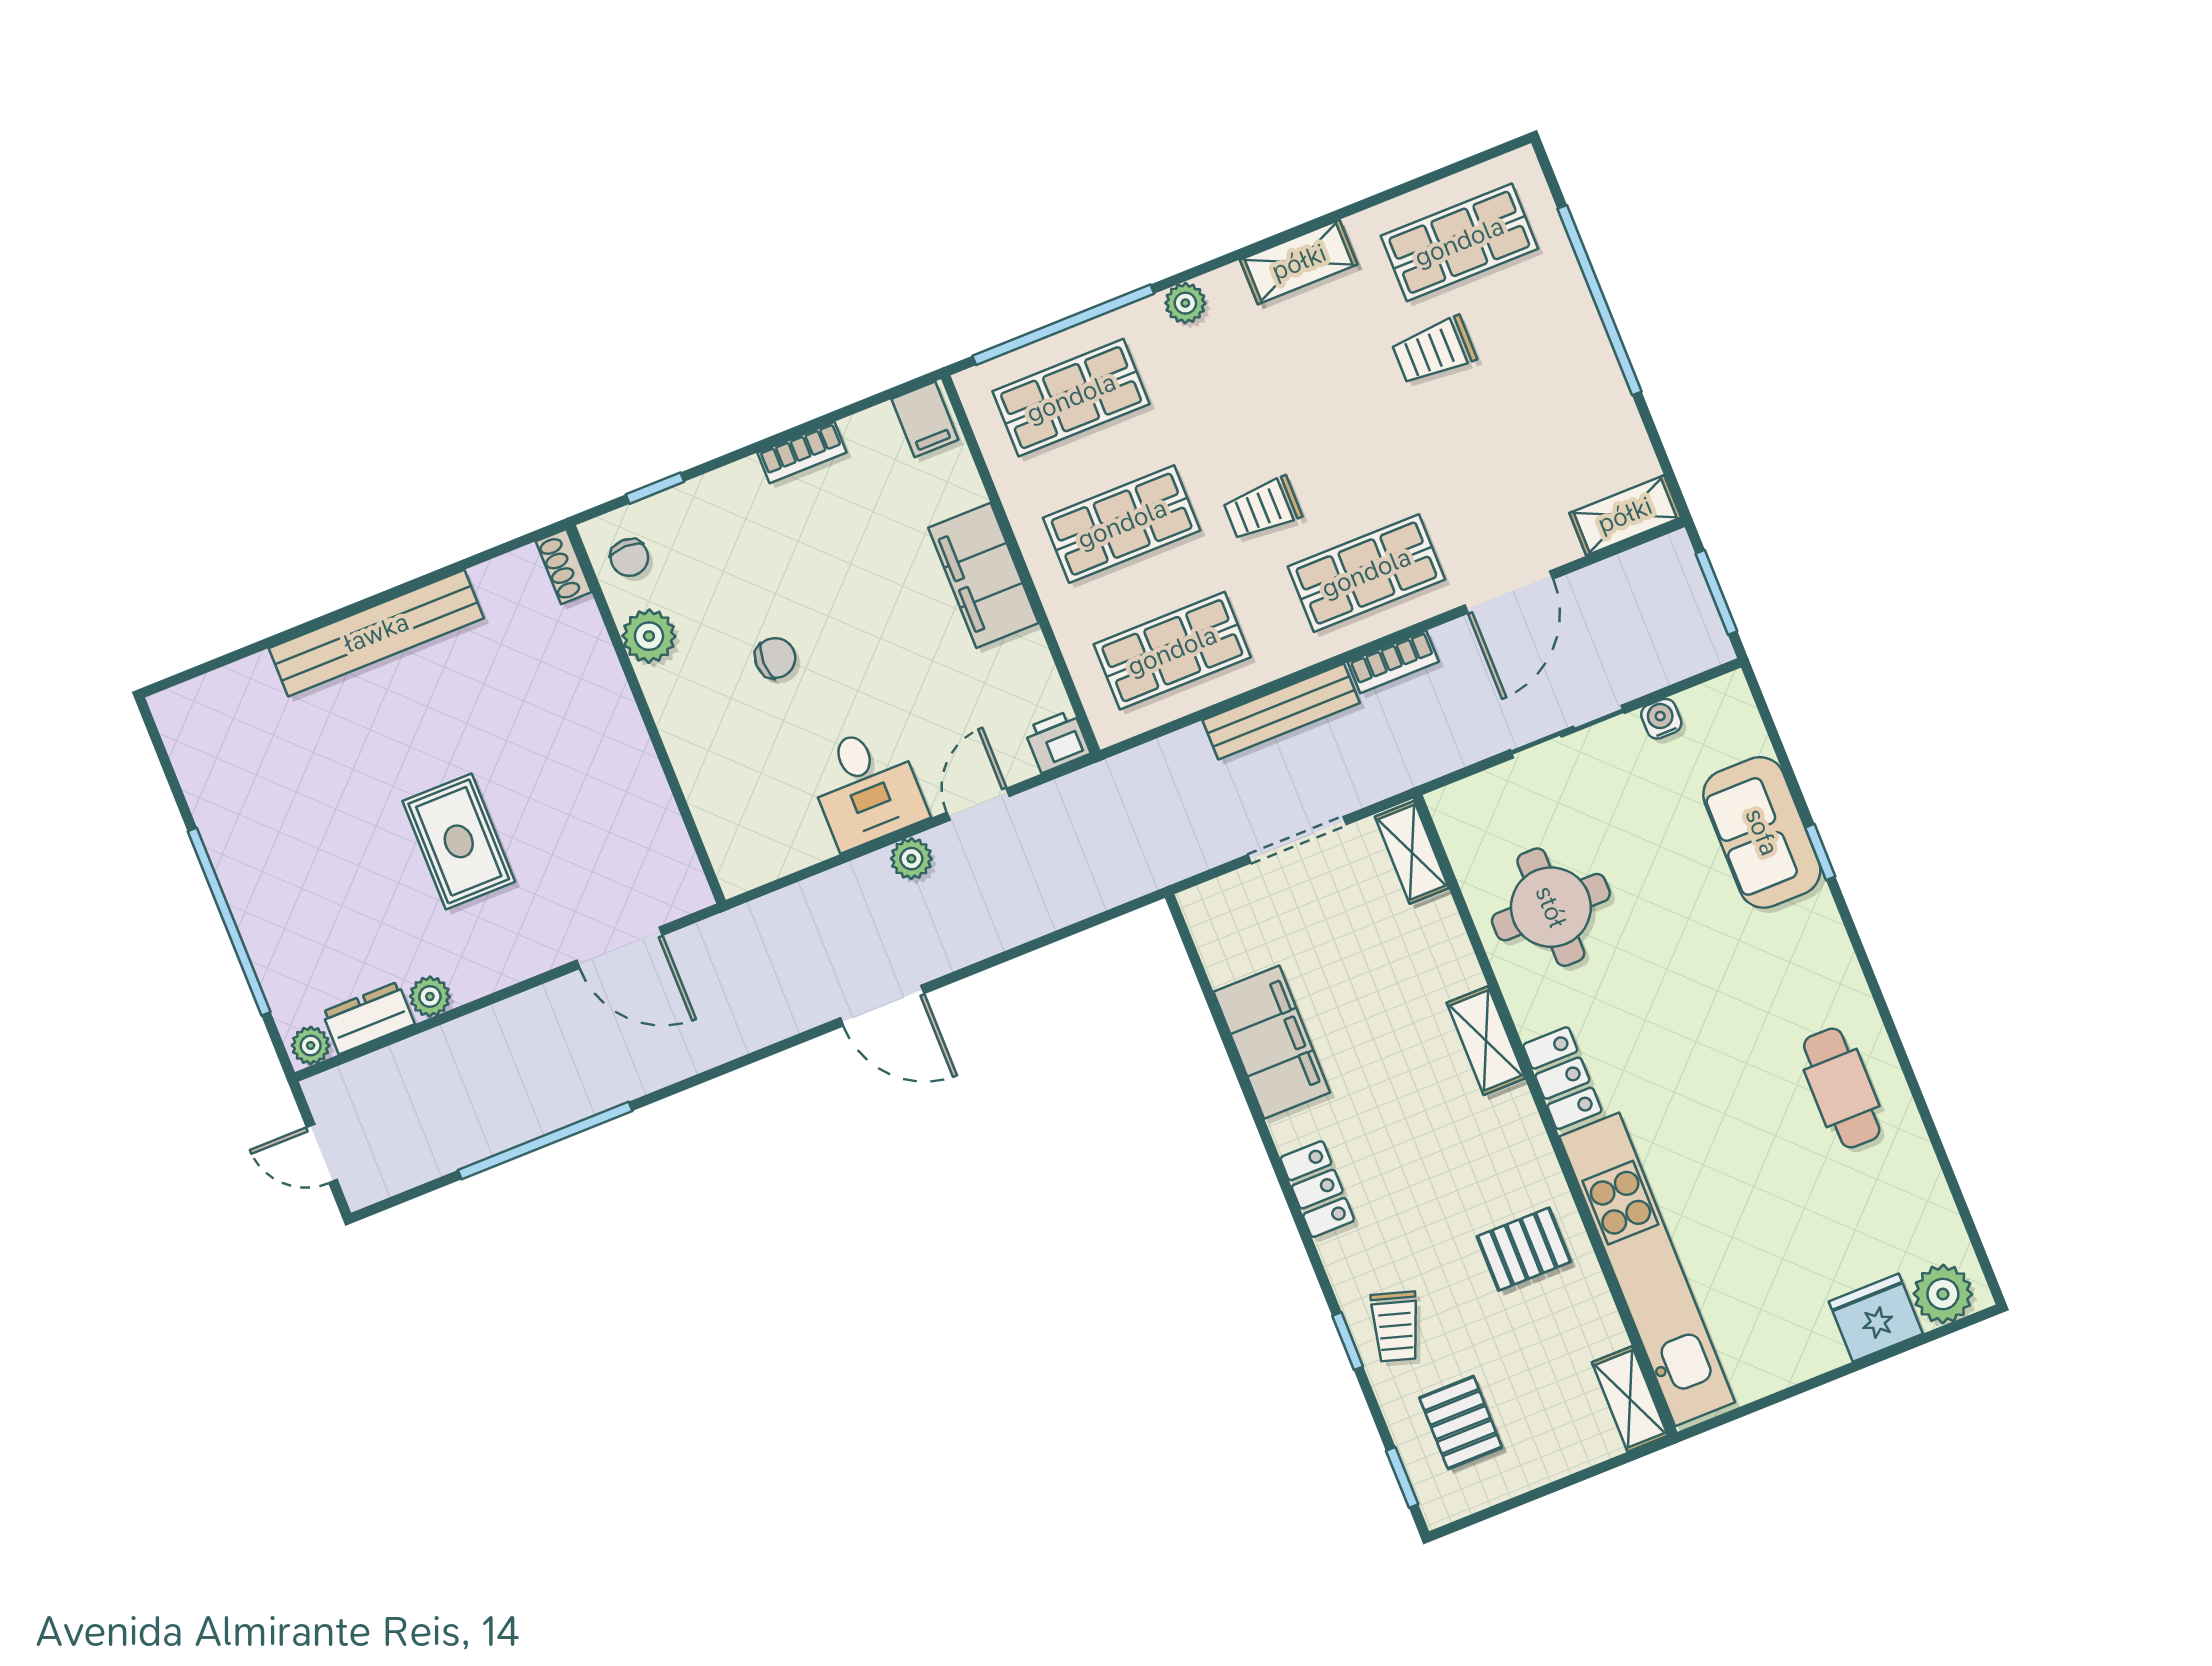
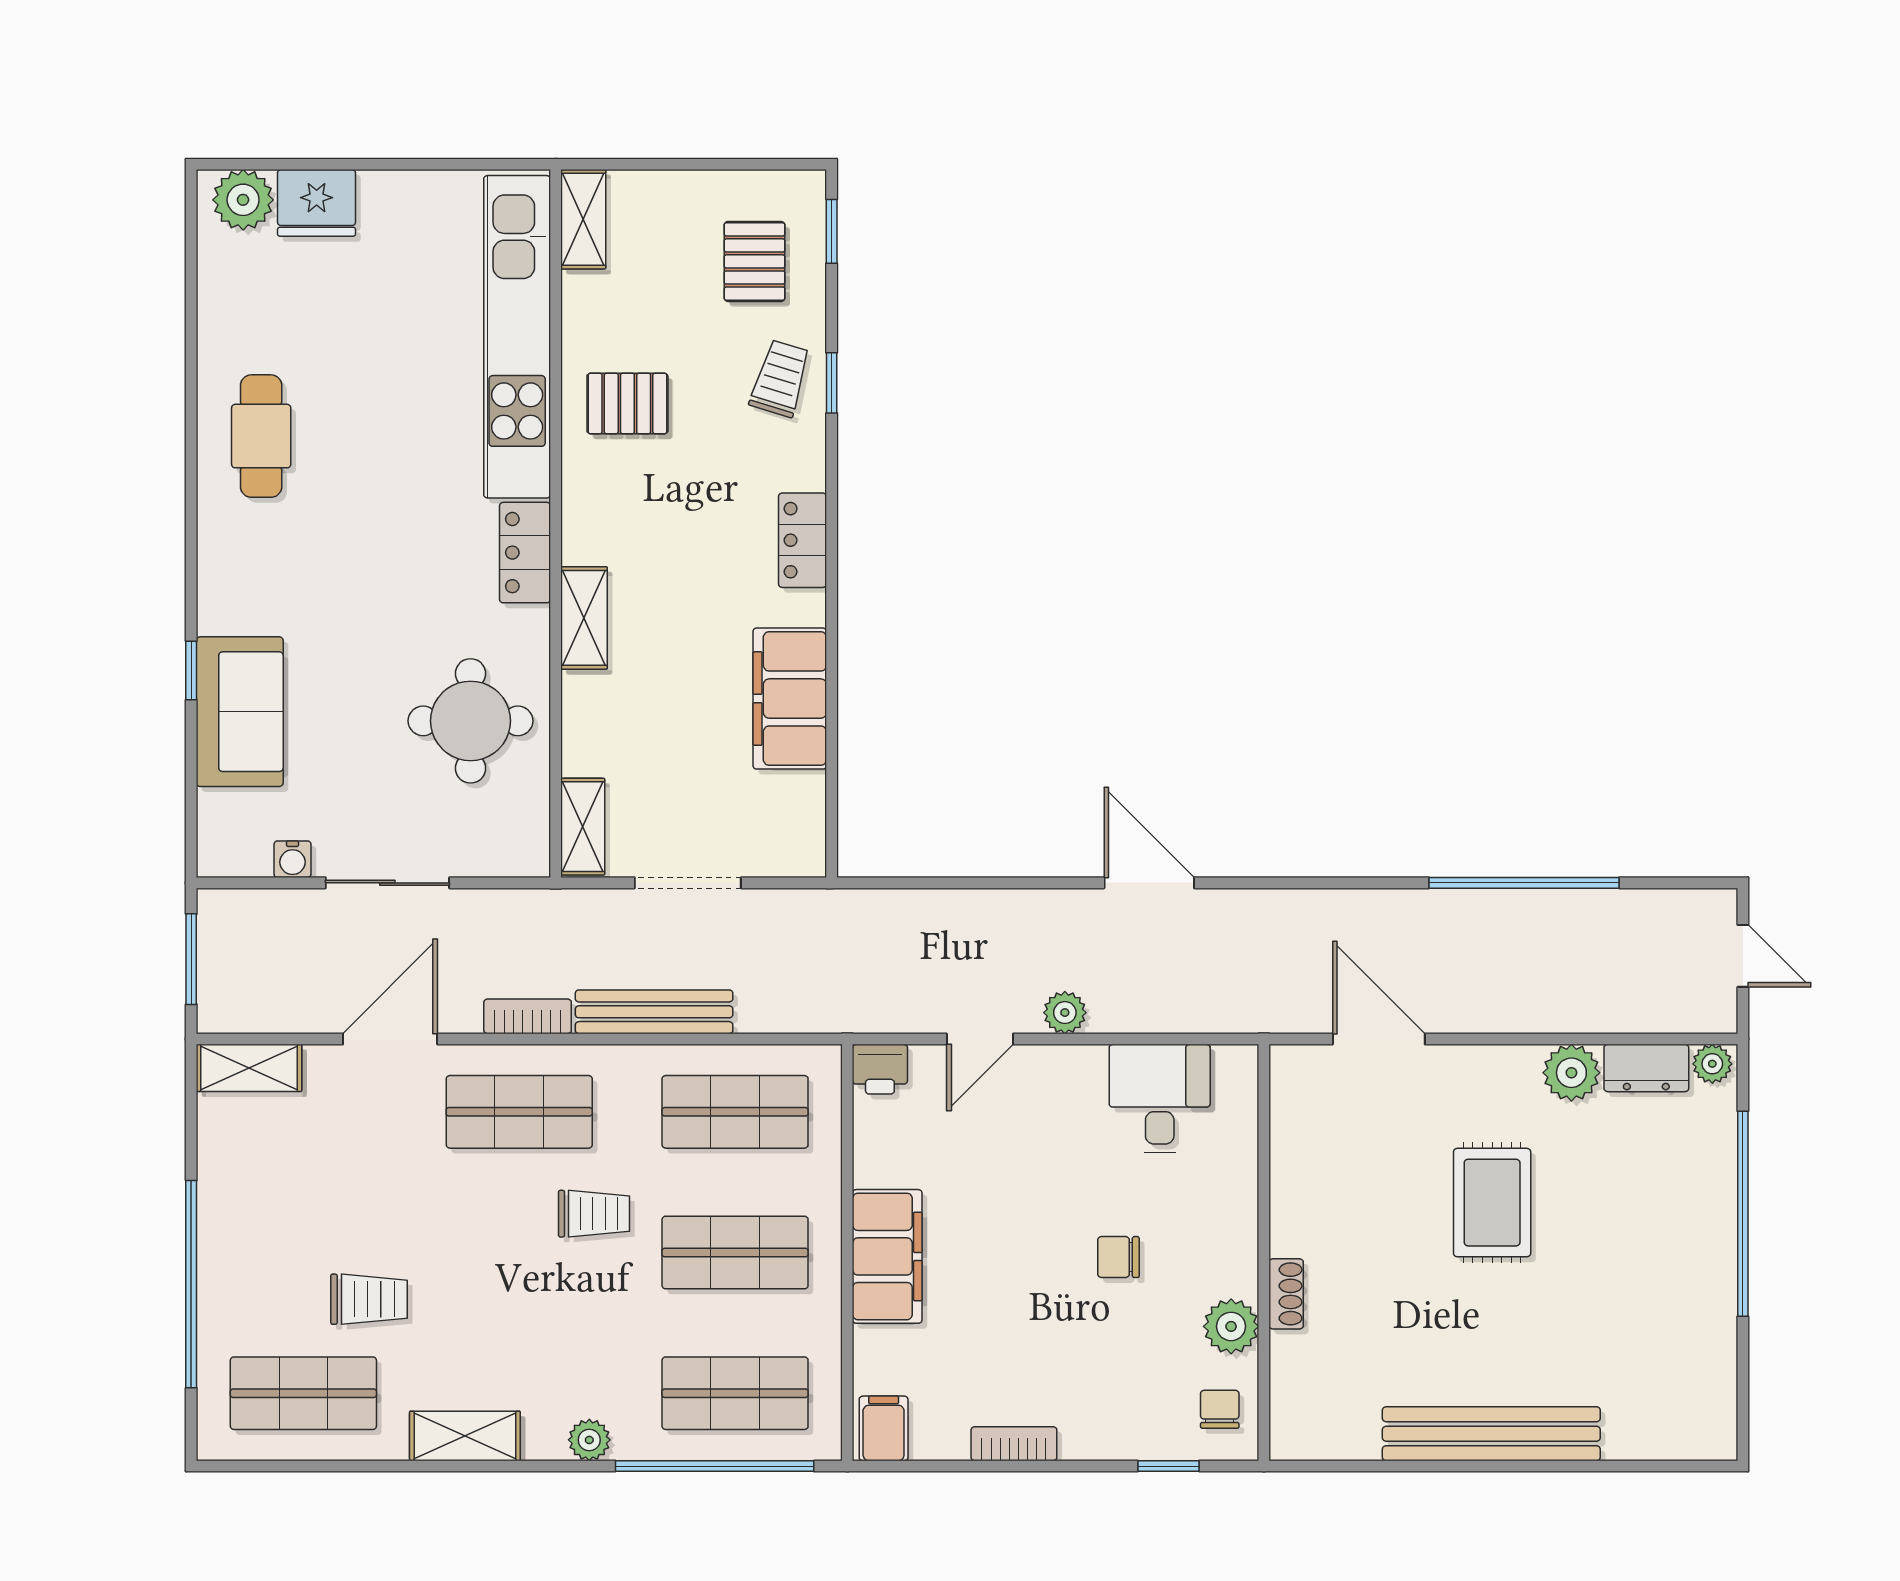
shoe rack: (564, 567) -> (1286, 1294), moved
desk: (866, 787) -> (1160, 1099), moved
plant: (430, 997) -> (1571, 1073), width x1.38, depth x1.38

